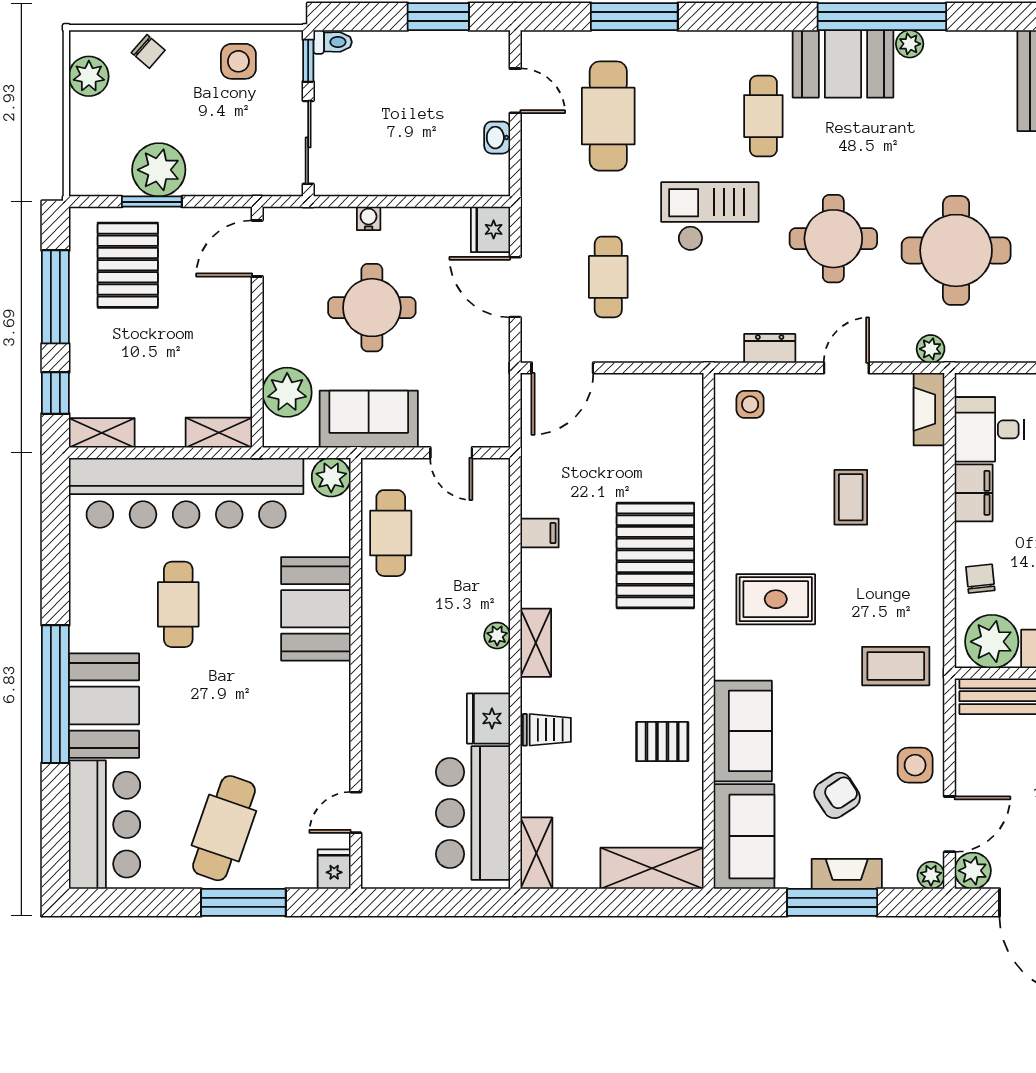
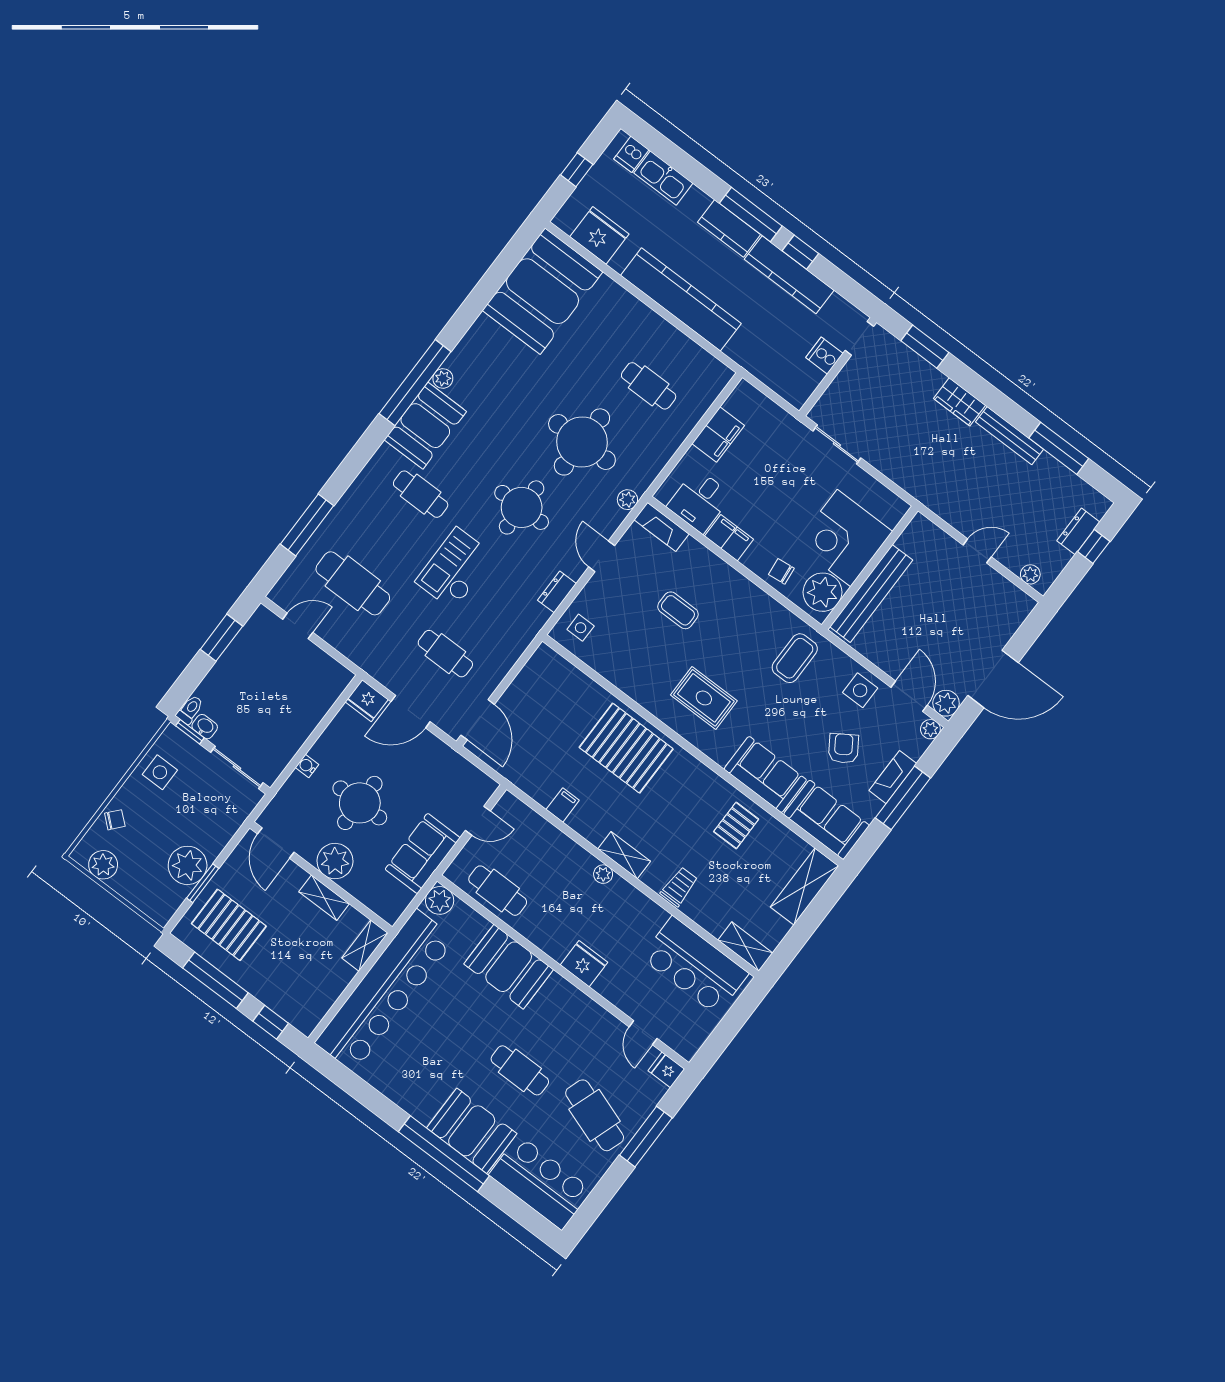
washbasin: (497, 138) -> (205, 727), moved, turned 180
plant: (287, 392) -> (335, 861), moved
shelving: (102, 433) -> (324, 898), moved, turned 90
rug: (776, 599) -> (704, 698), turned 90
cafe table: (178, 604) -> (520, 1070), moved
fridge: (489, 718) -> (584, 964), moved, turned 180

